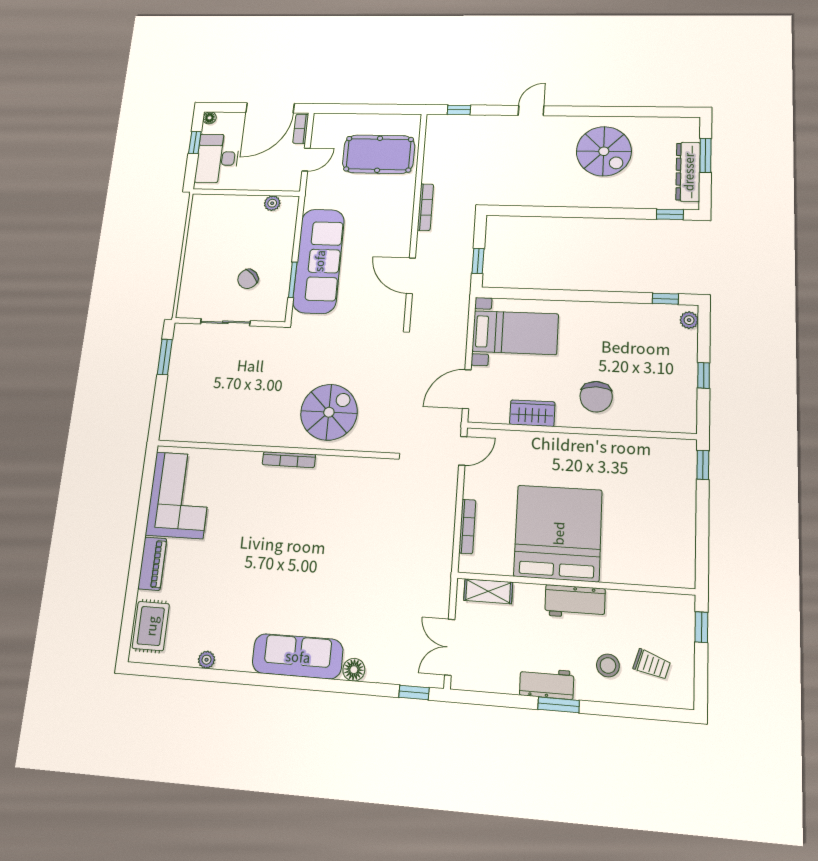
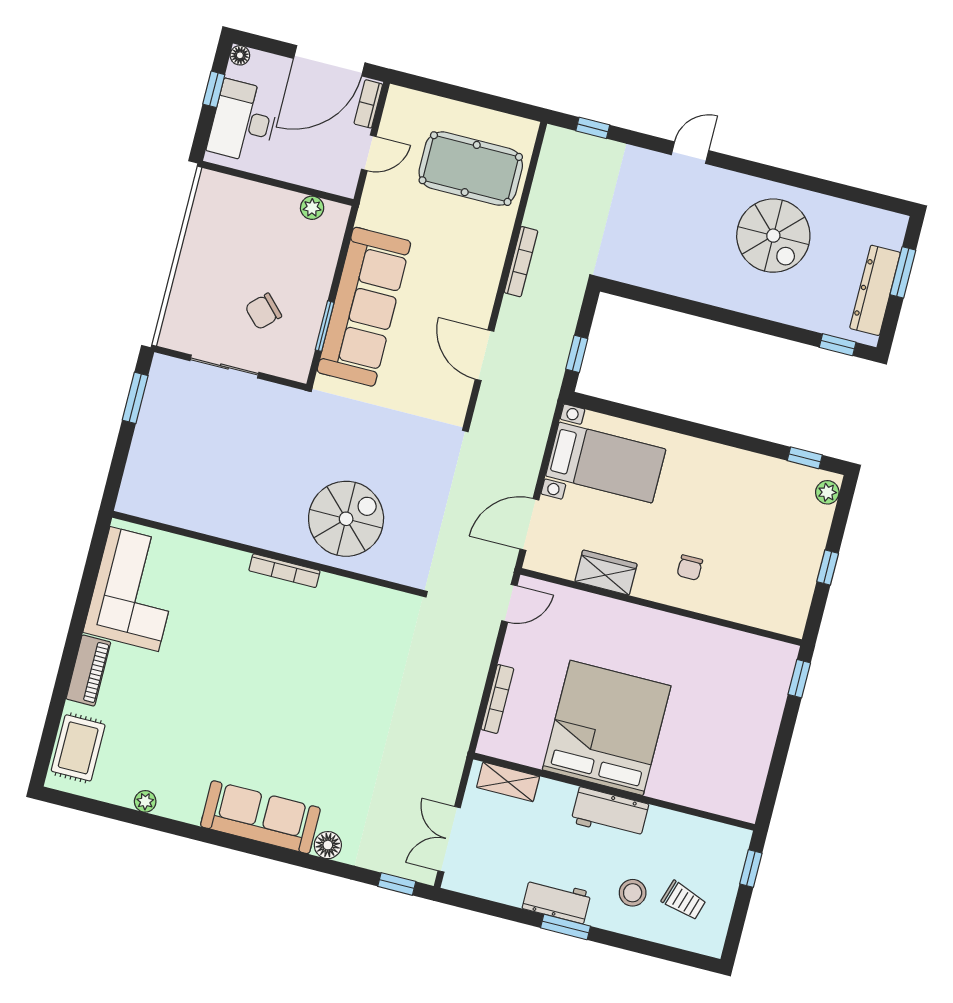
chair: (596, 397) -> (690, 568), width x0.54, depth x0.54

